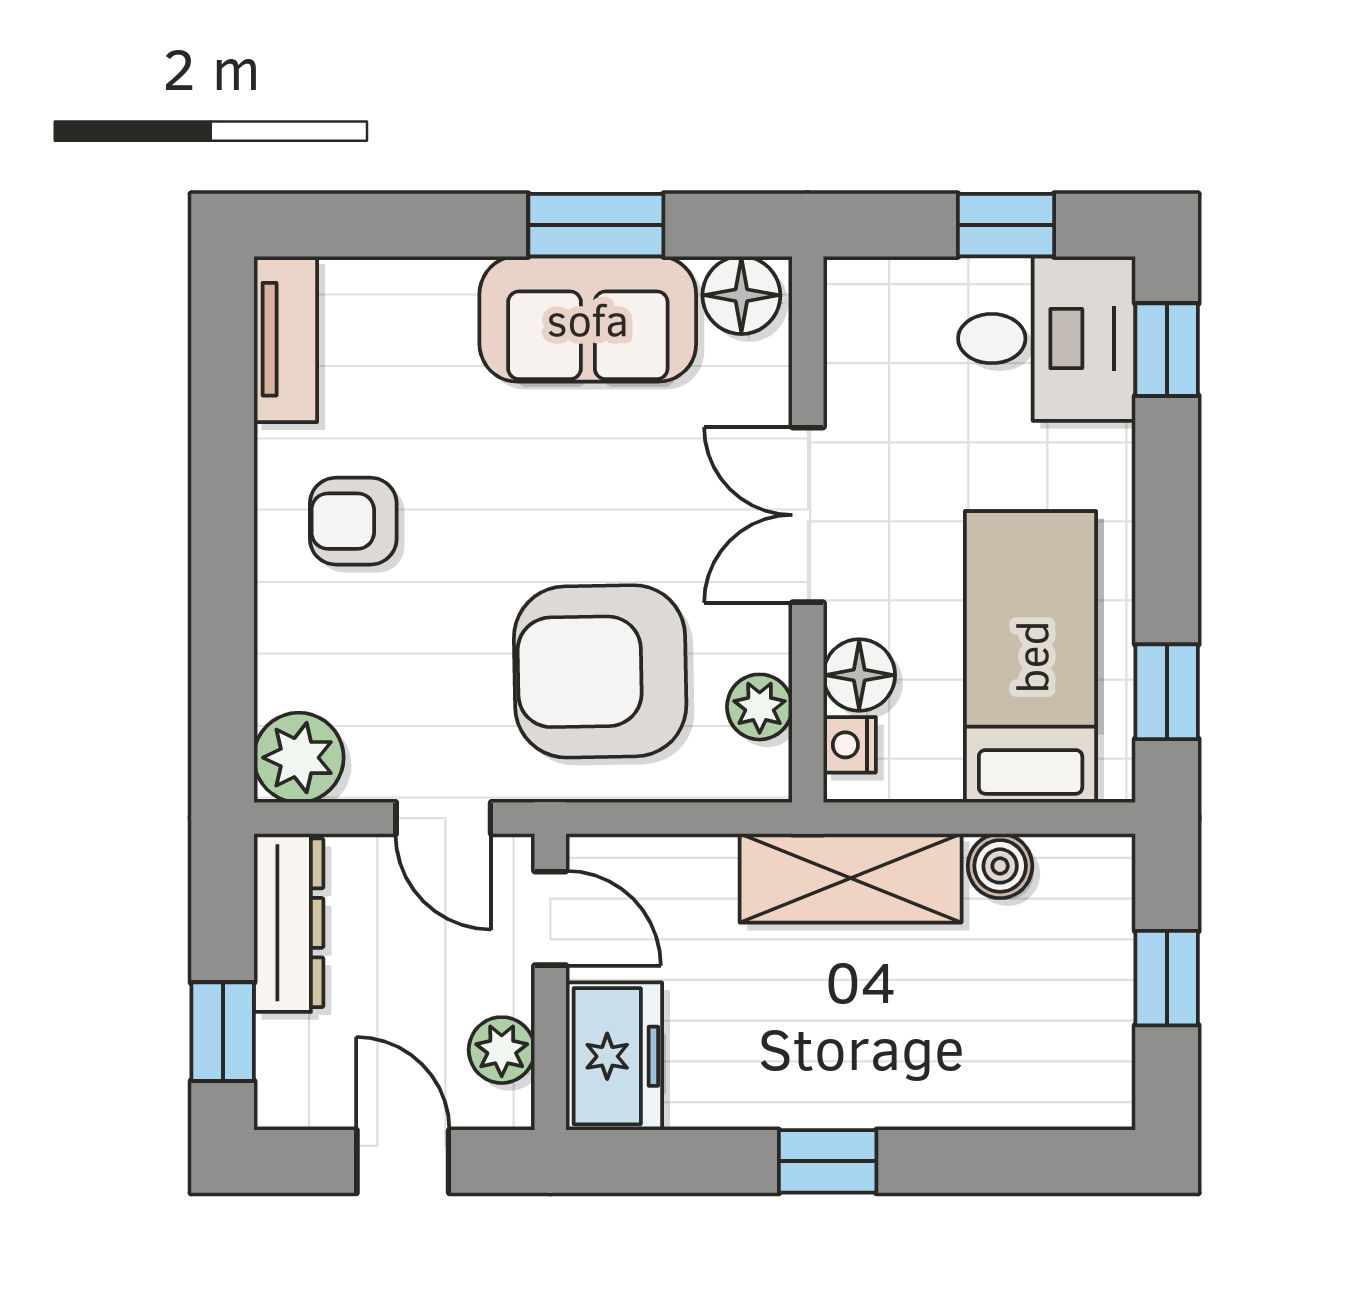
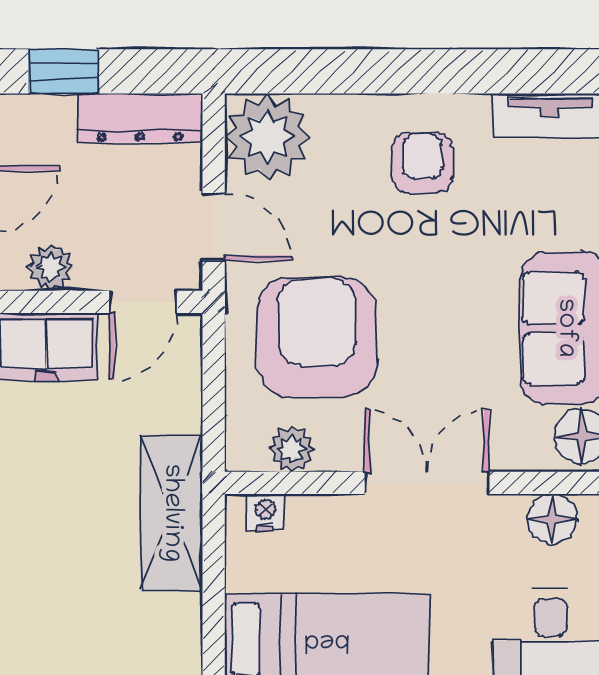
floor lamp: (859, 675) -> (552, 519), moved
plant: (299, 758) -> (268, 136), width x1.36, depth x1.36
door: (443, 818) -> (214, 227), swing flipped
boiler: (1000, 866) -> (180, 618), removed

